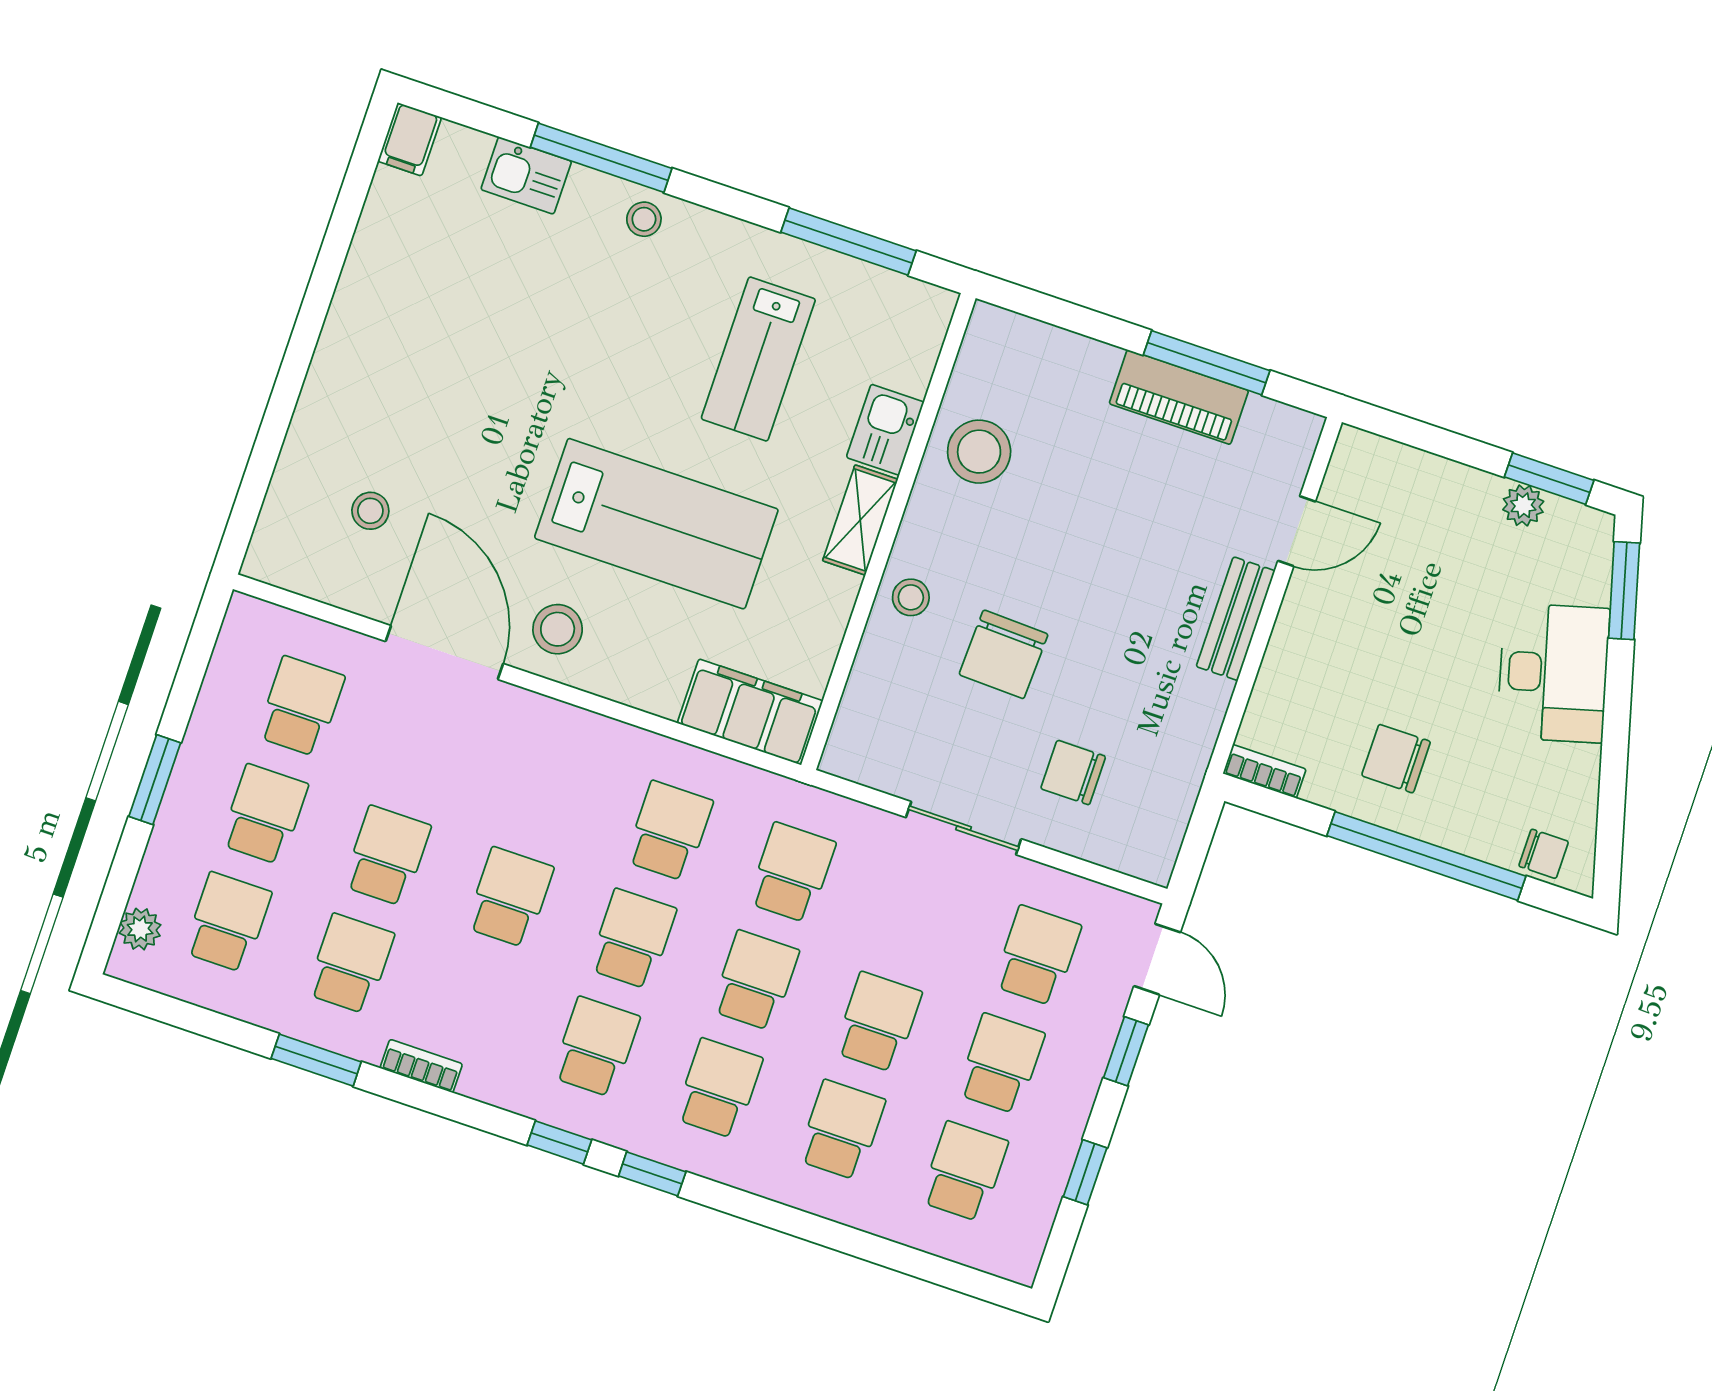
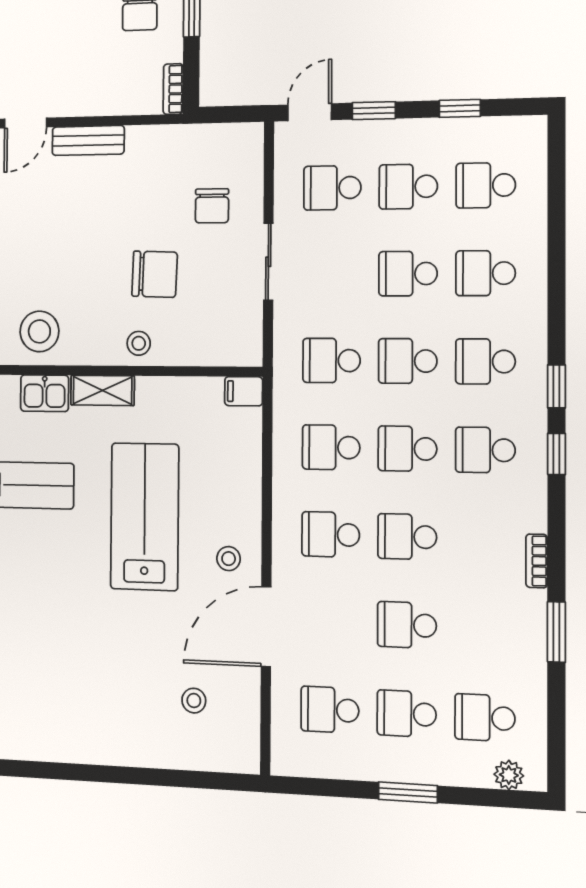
door: (1297, 531) -> (26, 123), swing flipped
stool: (558, 629) -> (229, 559), width x0.73, depth x0.73
filing cabinet: (750, 712) -> (244, 391), width x0.33, depth x0.86
school desk: (350, 964) -> (331, 534), moved

